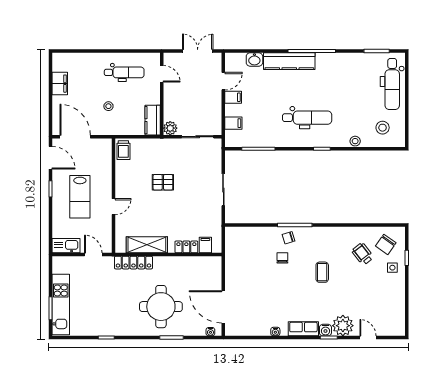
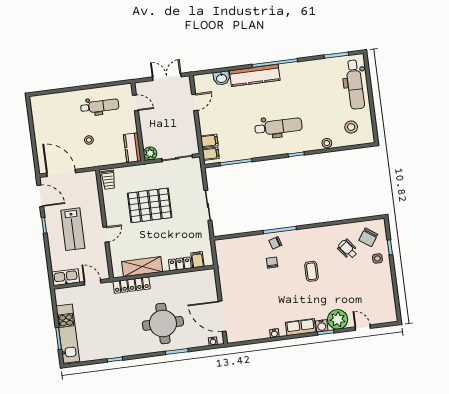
filing cabinet: (60, 84) -> (40, 124), removed
filing cabinet: (233, 97) -> (211, 154), moved
pallet: (163, 182) -> (150, 205), width x2.05, depth x2.00

